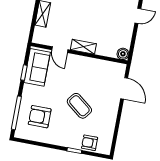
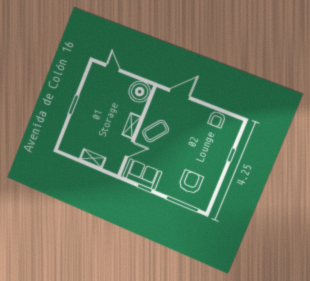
boiler: (123, 54) -> (140, 92), width x1.86, depth x1.86
coffee table: (79, 106) -> (156, 131), moved
armchair: (40, 117) -> (191, 182), turned 180
armchair: (90, 143) -> (217, 119), moved

